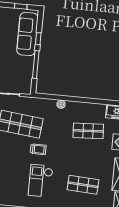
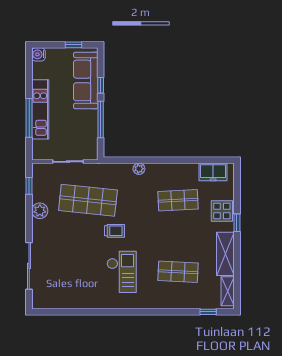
checkout: (41, 181) -> (122, 272), turned 180

